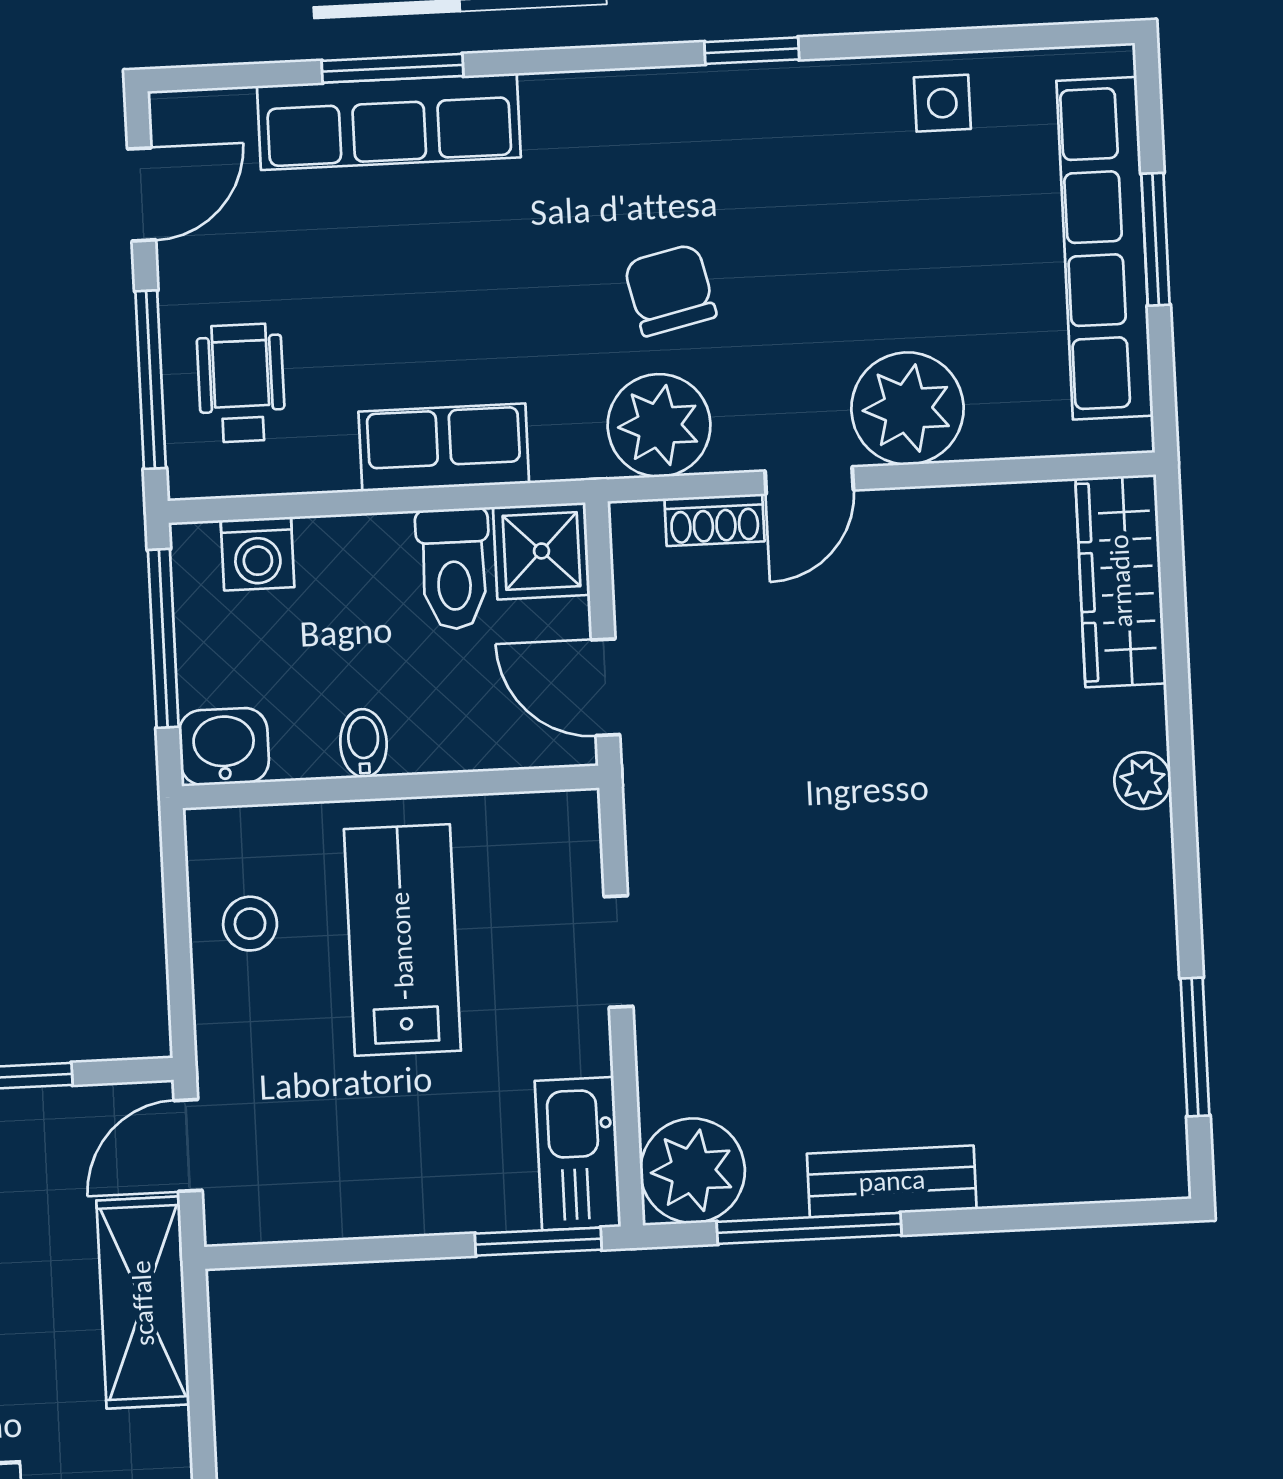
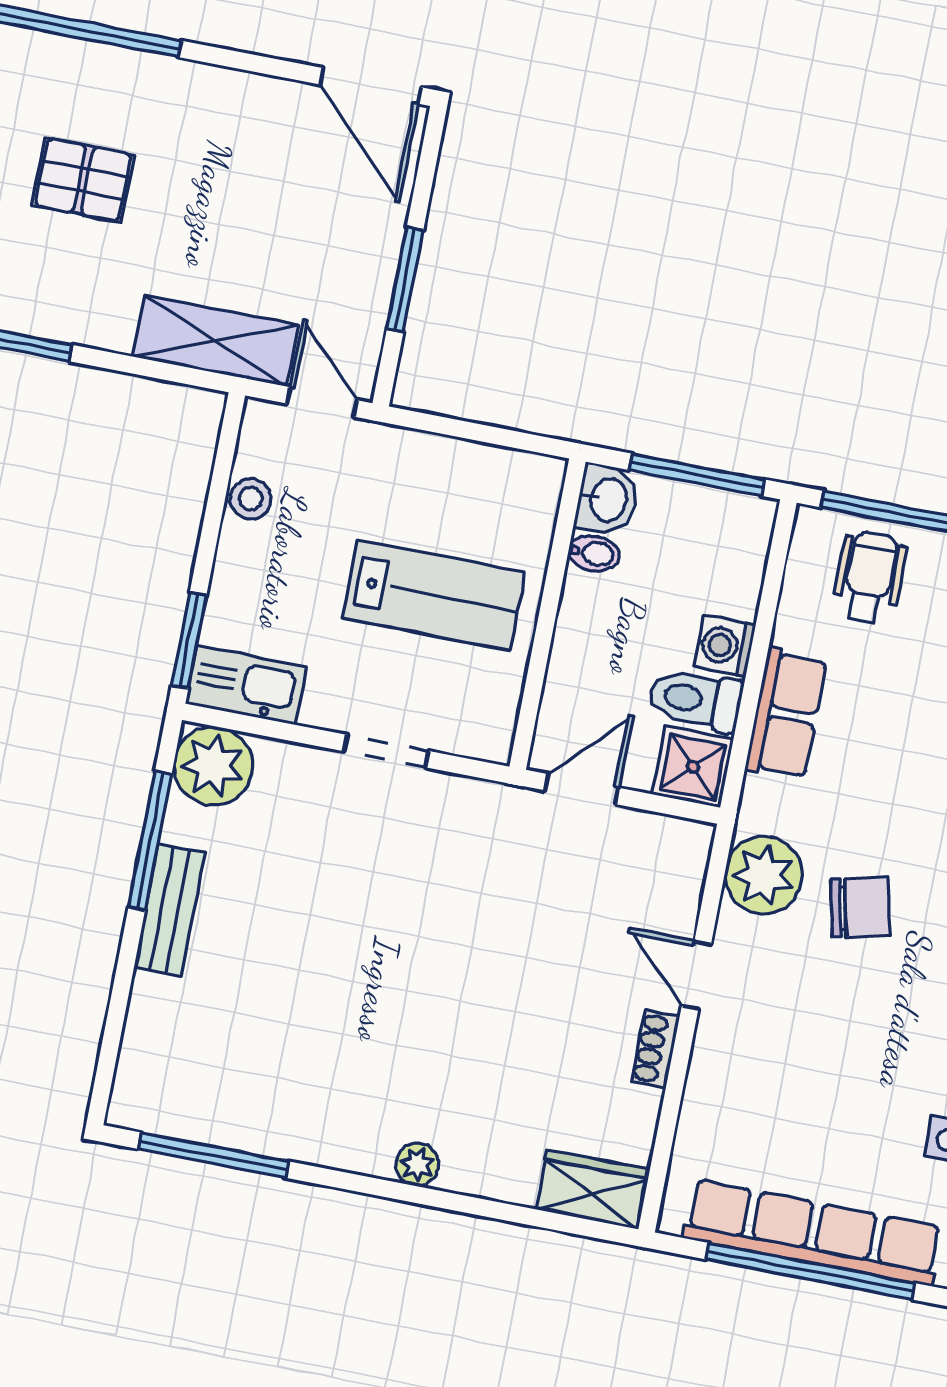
window: (1156, 239) -> (810, 1271), width x2.11
wheelchair: (241, 383) -> (869, 577), turned -90
plant: (907, 408) -> (731, 1060), removed
shoe rack: (714, 520) -> (655, 1049), moved
washing machine: (258, 554) -> (725, 646), moved
wardrobe: (1121, 581) -> (593, 1190), width x0.67
bidet: (363, 743) -> (594, 553), moved
stool: (250, 924) -> (251, 499), moved
window: (1195, 1047) -> (213, 1155), width x1.44

